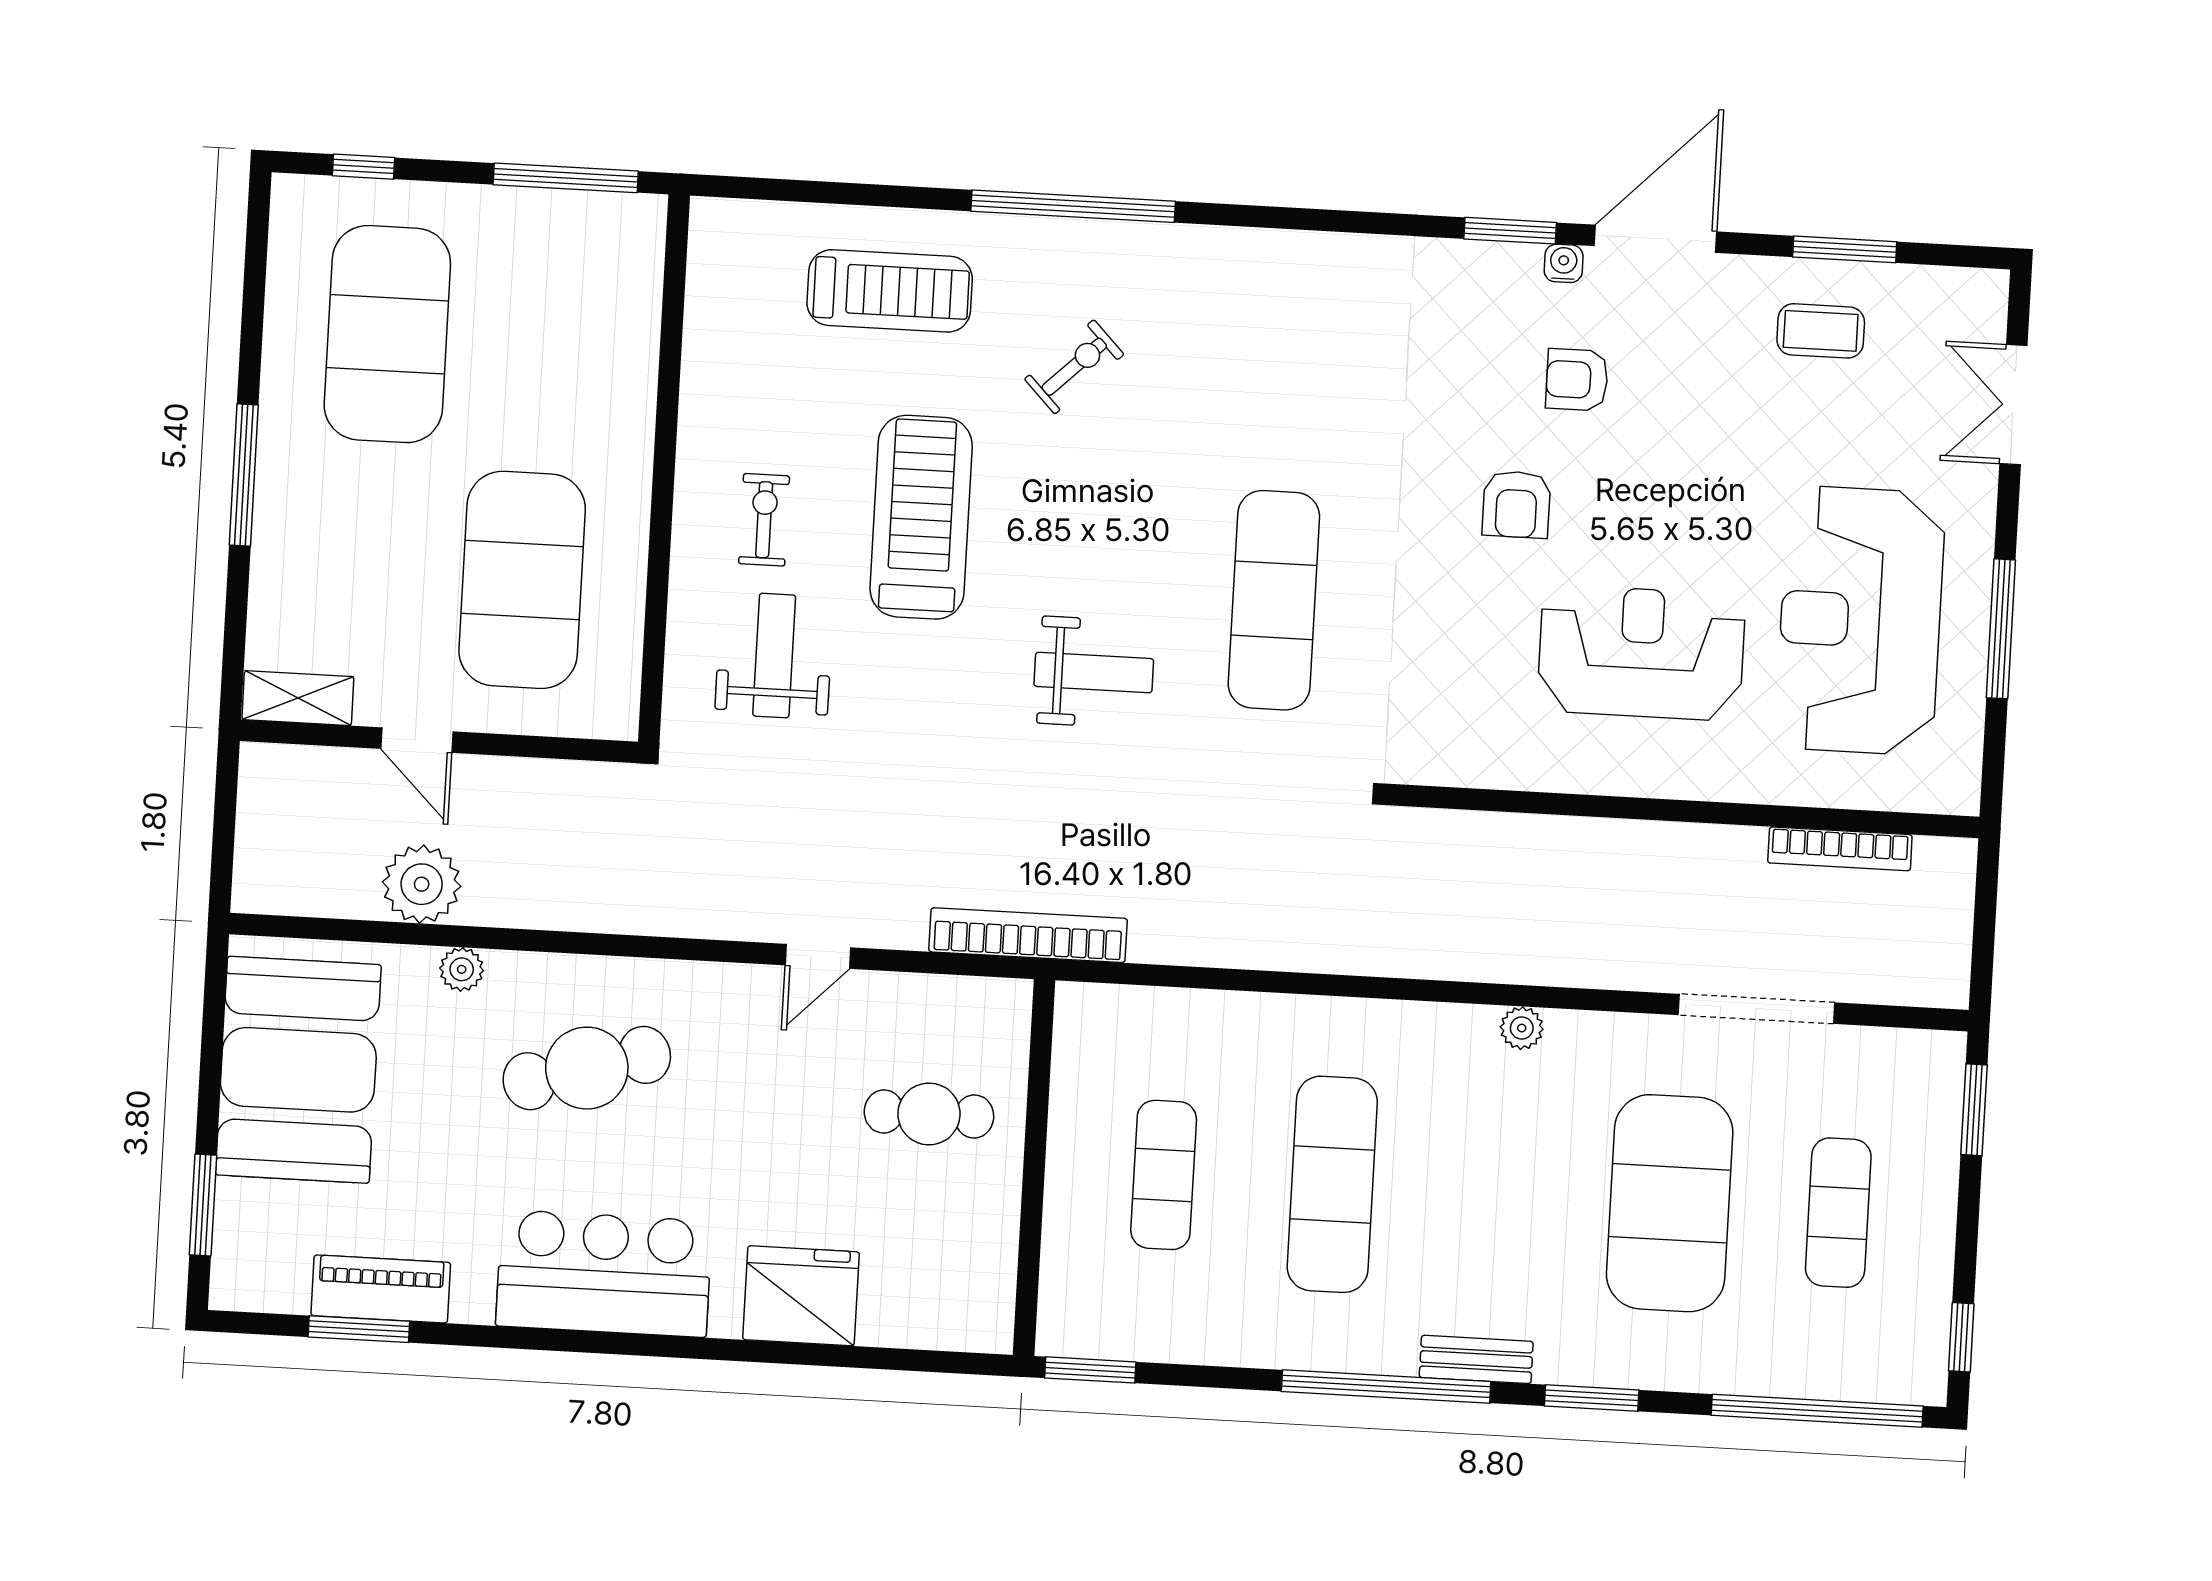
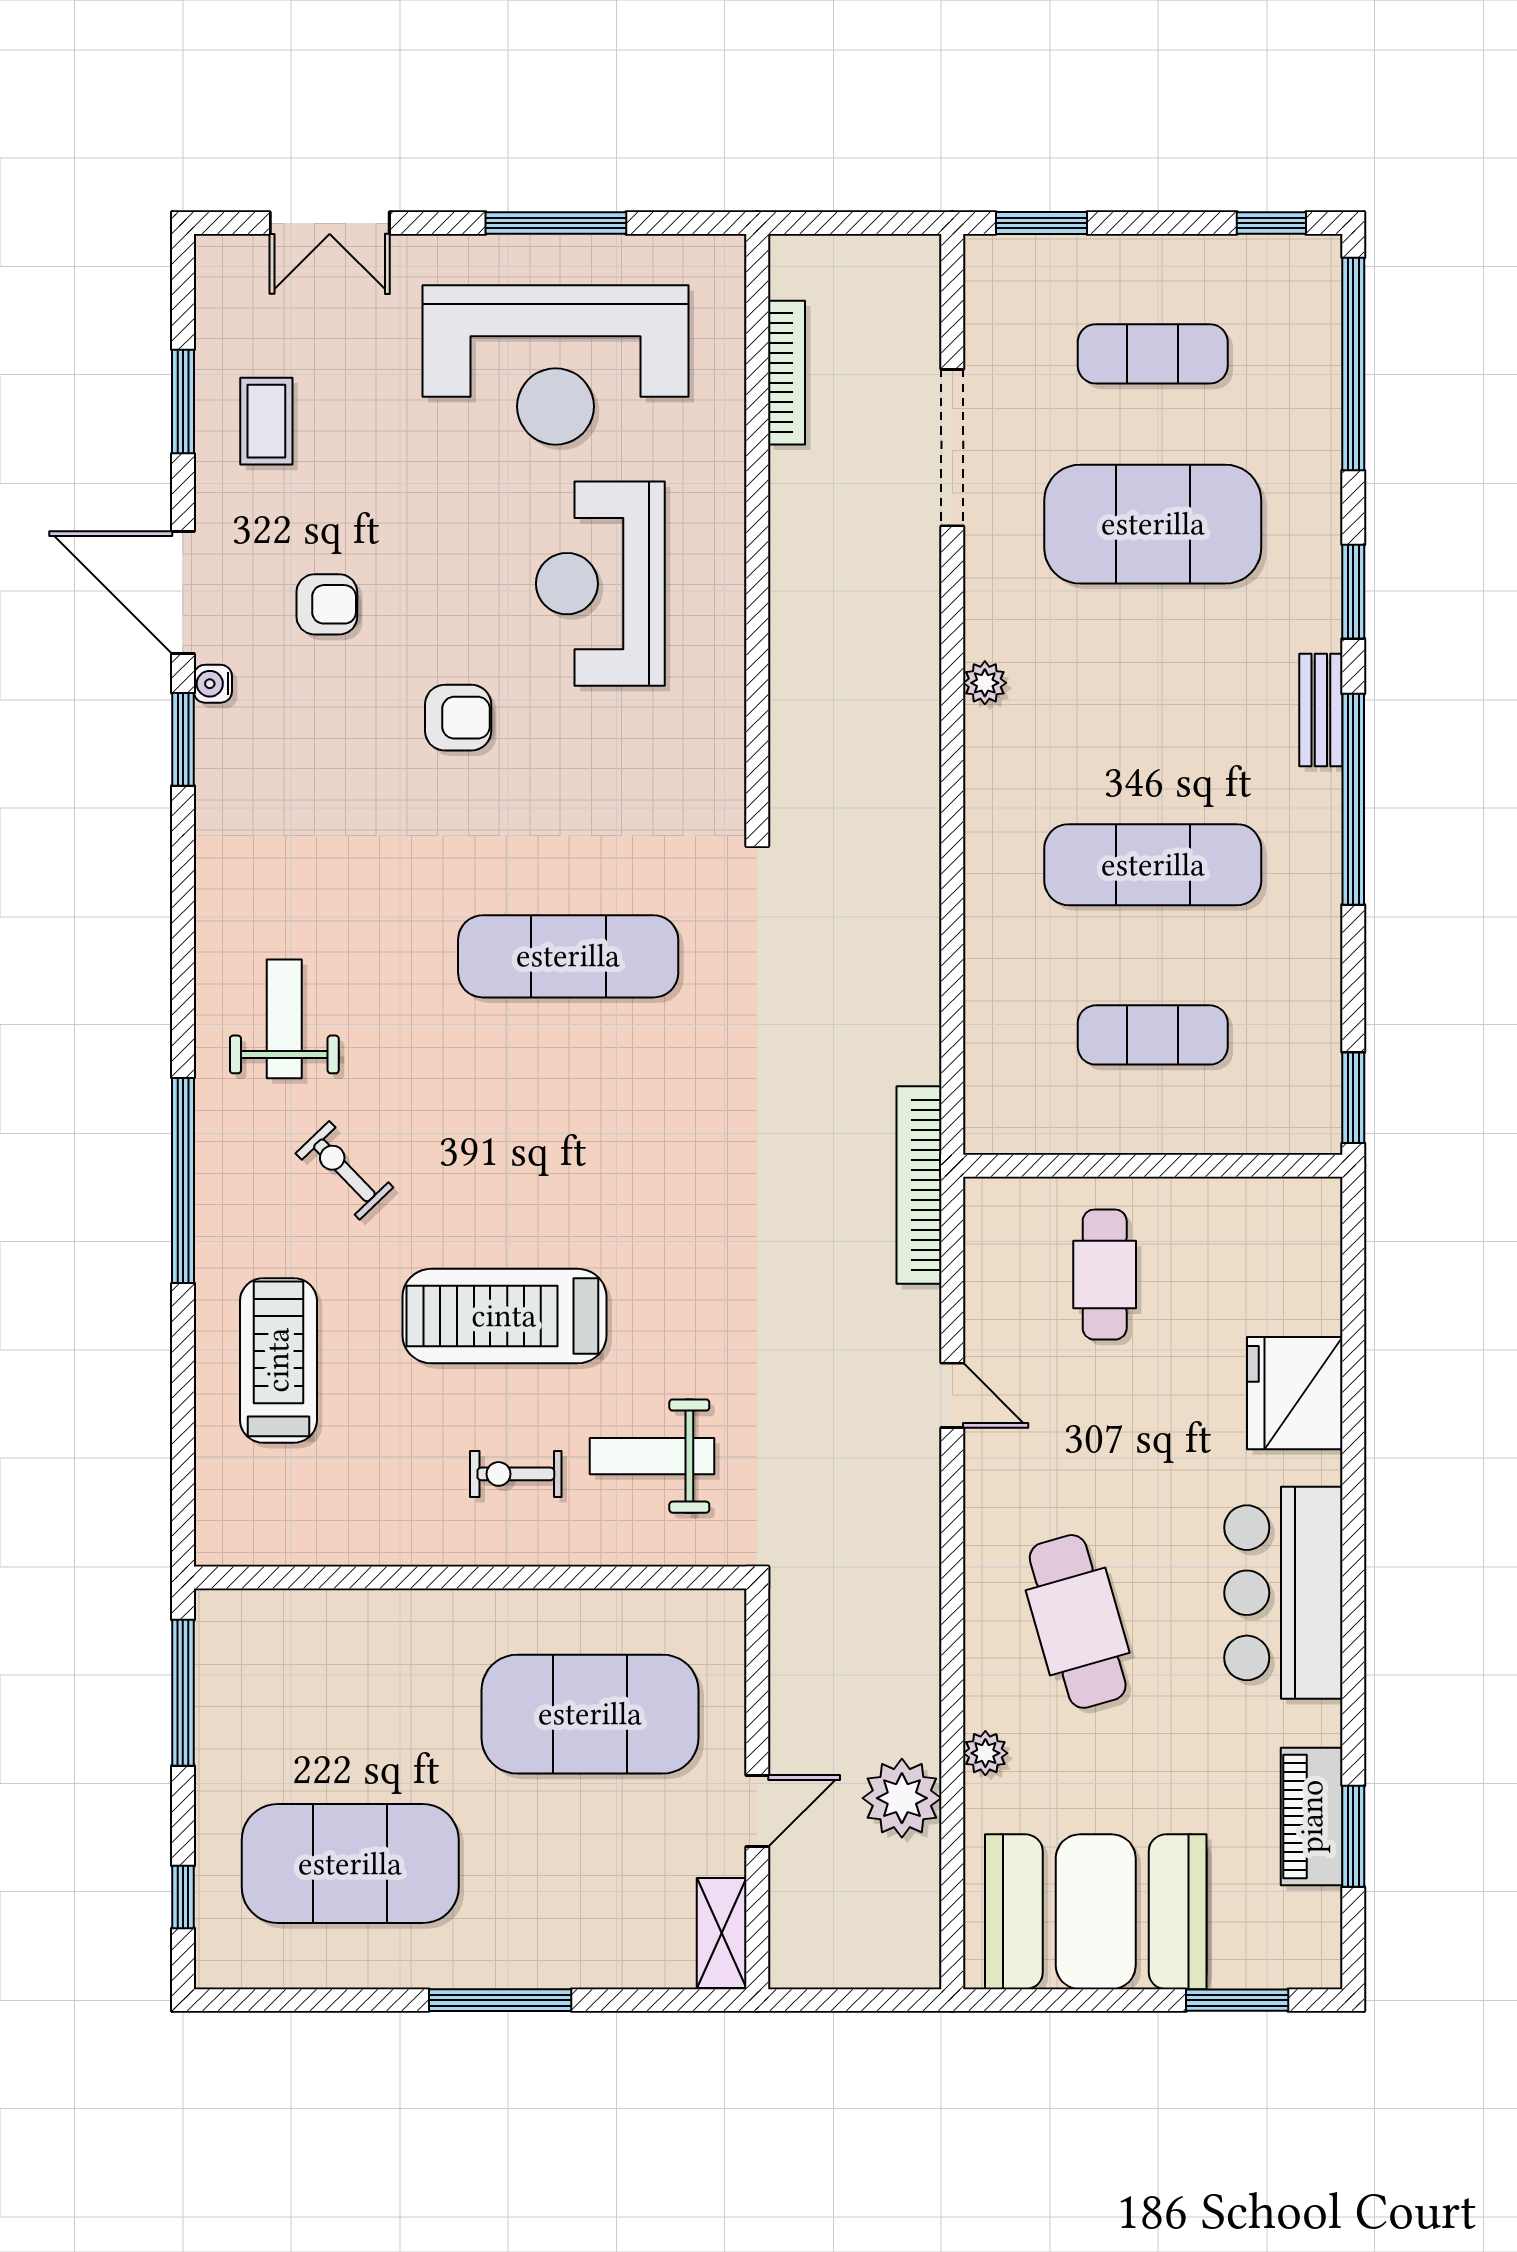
armchair: (1577, 380) -> (327, 604), moved, turned -90
weight bench: (1094, 673) -> (284, 1019), moved

